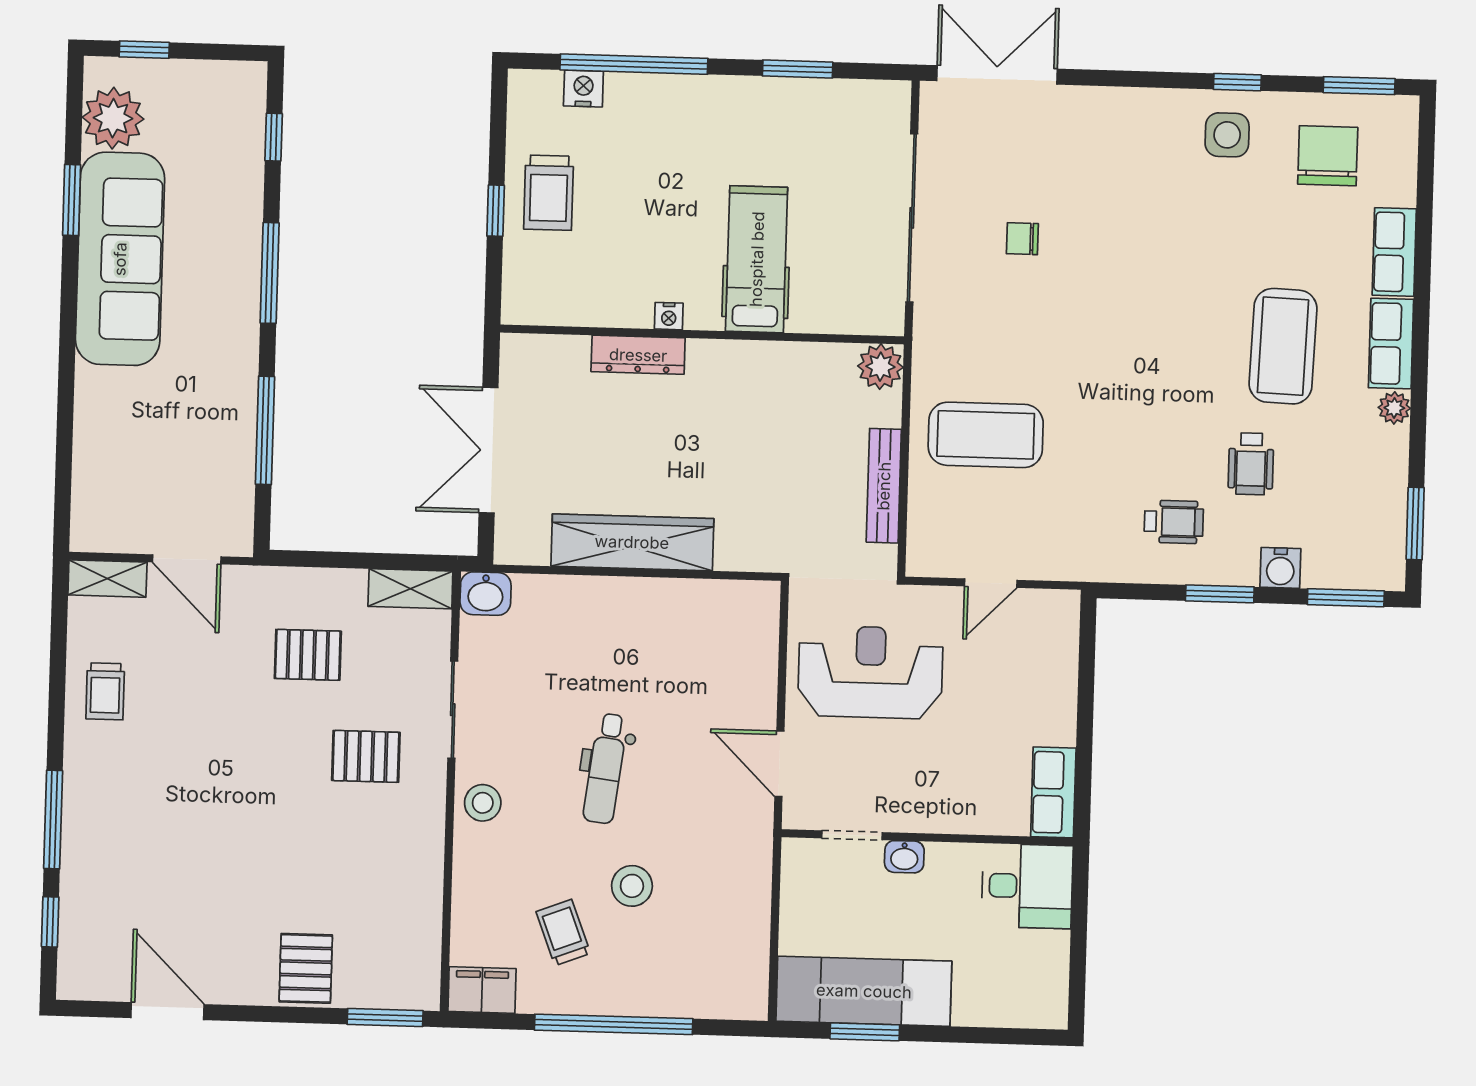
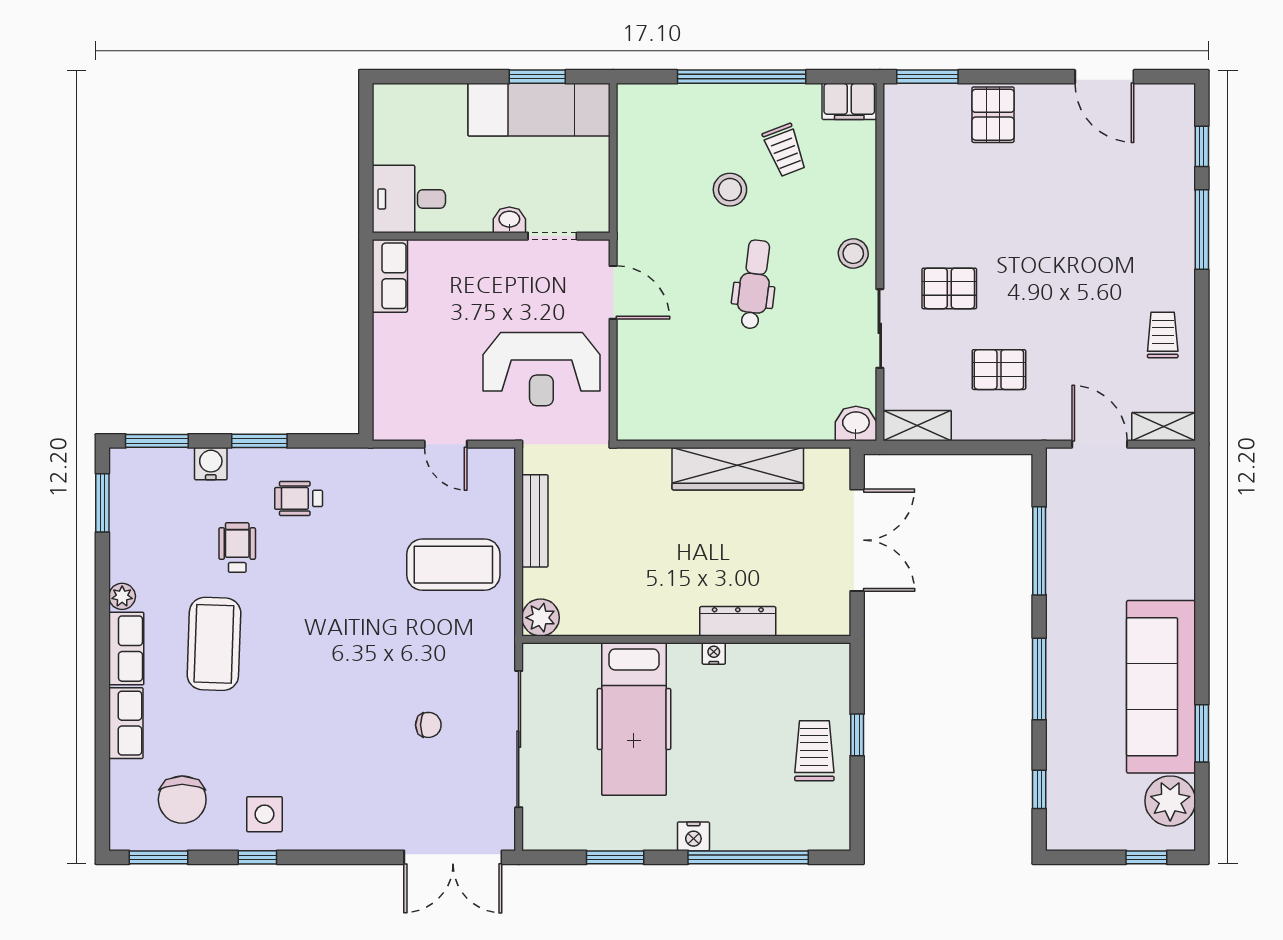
nightstand: (583, 89) -> (693, 836), moved
hospital bed: (757, 259) -> (634, 719), width x1.37, depth x1.29
door: (991, 583) -> (446, 444), swing flipped

